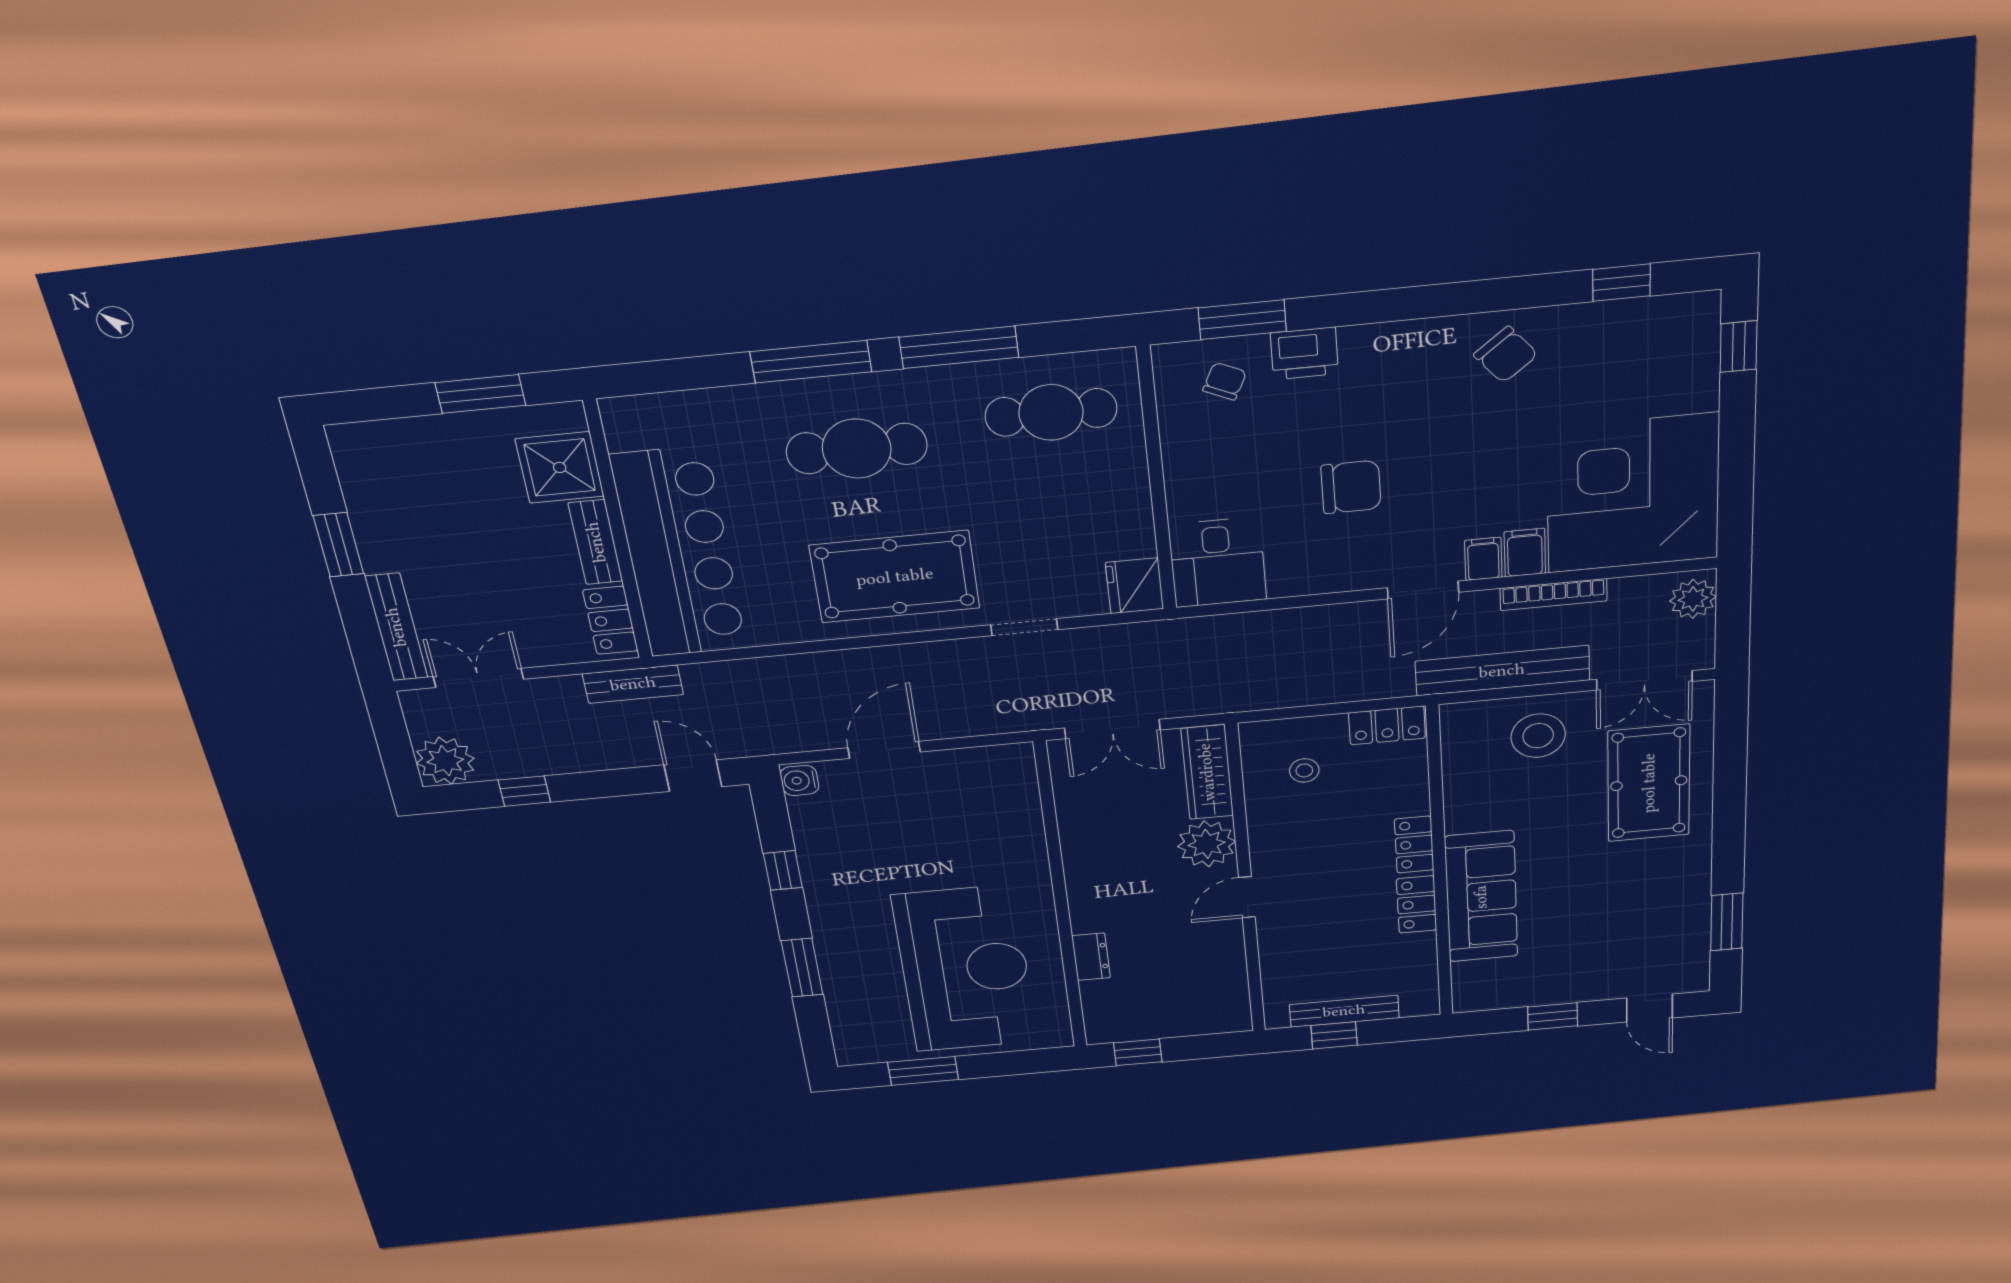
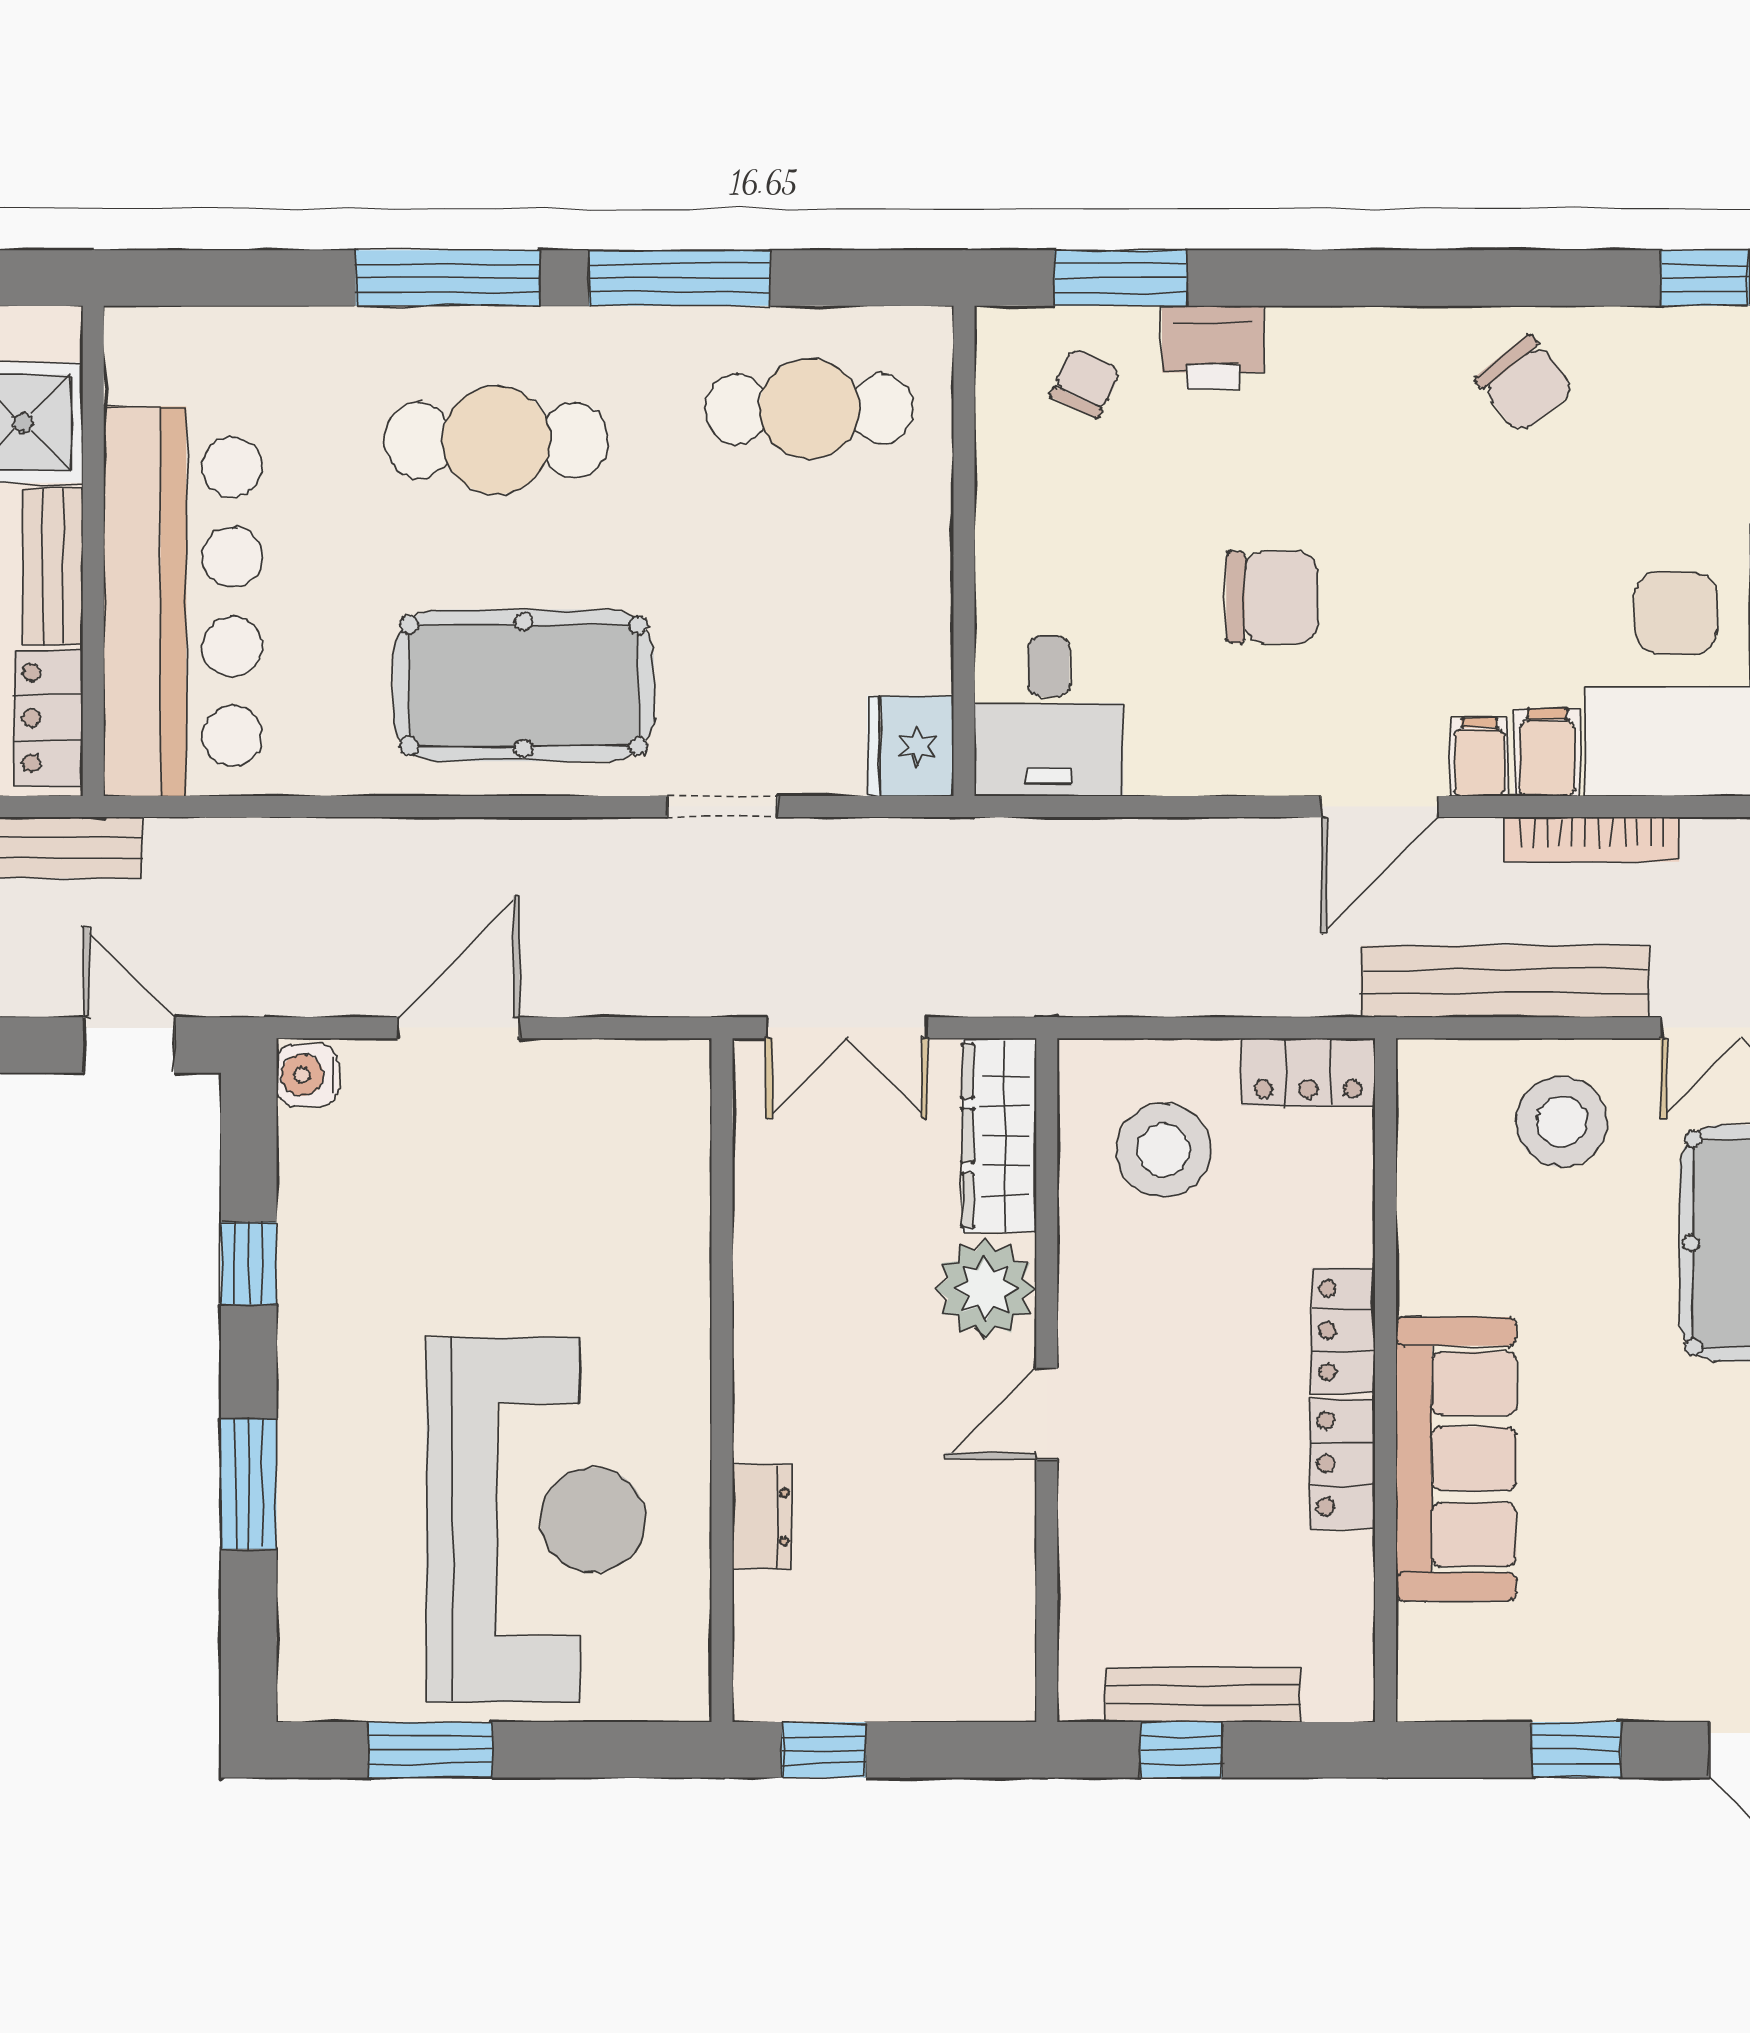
stool: (1304, 770) -> (1164, 1150), width x1.89, depth x1.89

